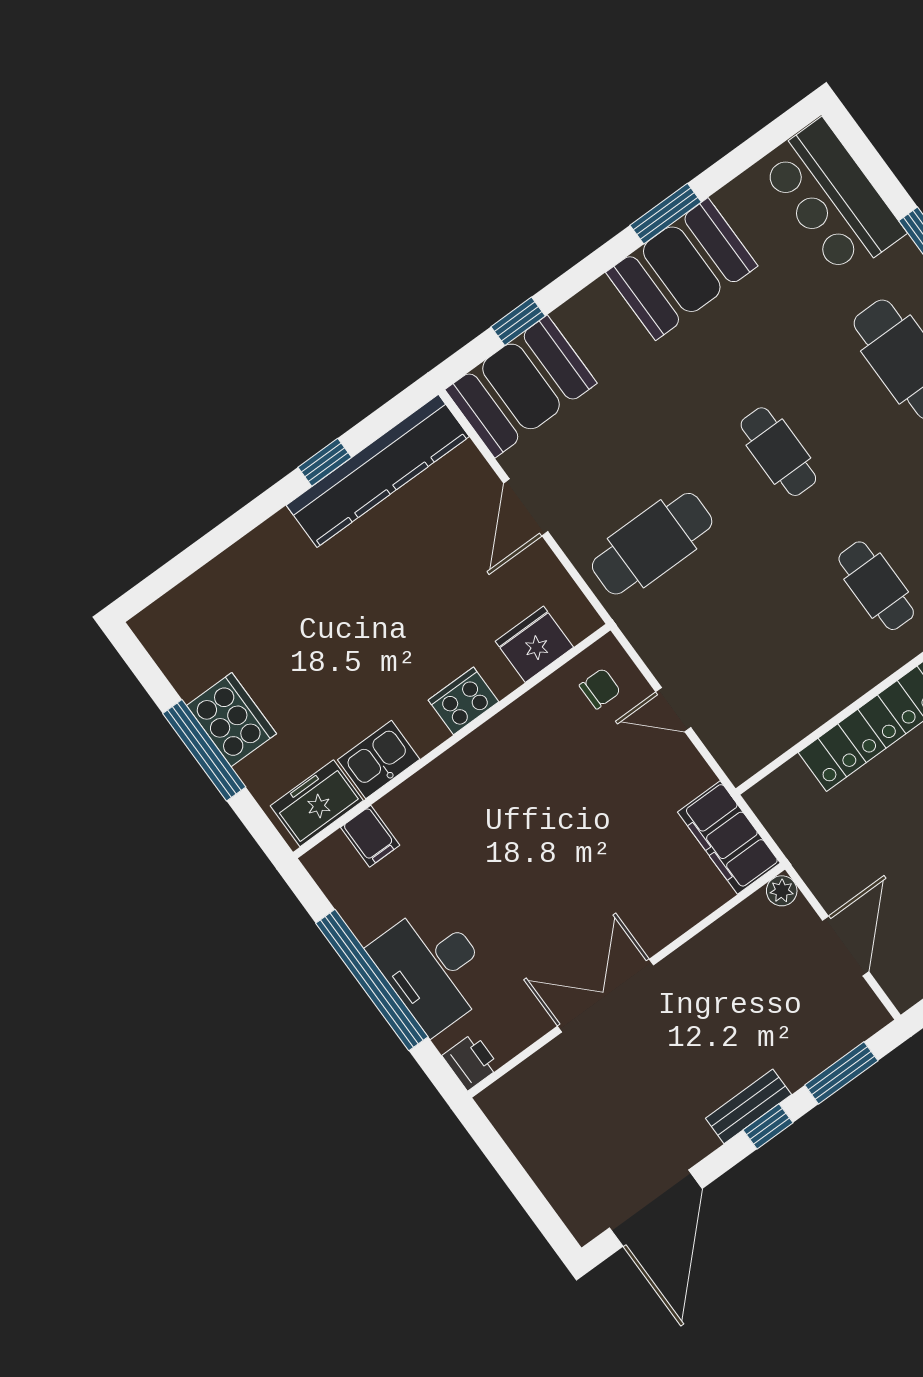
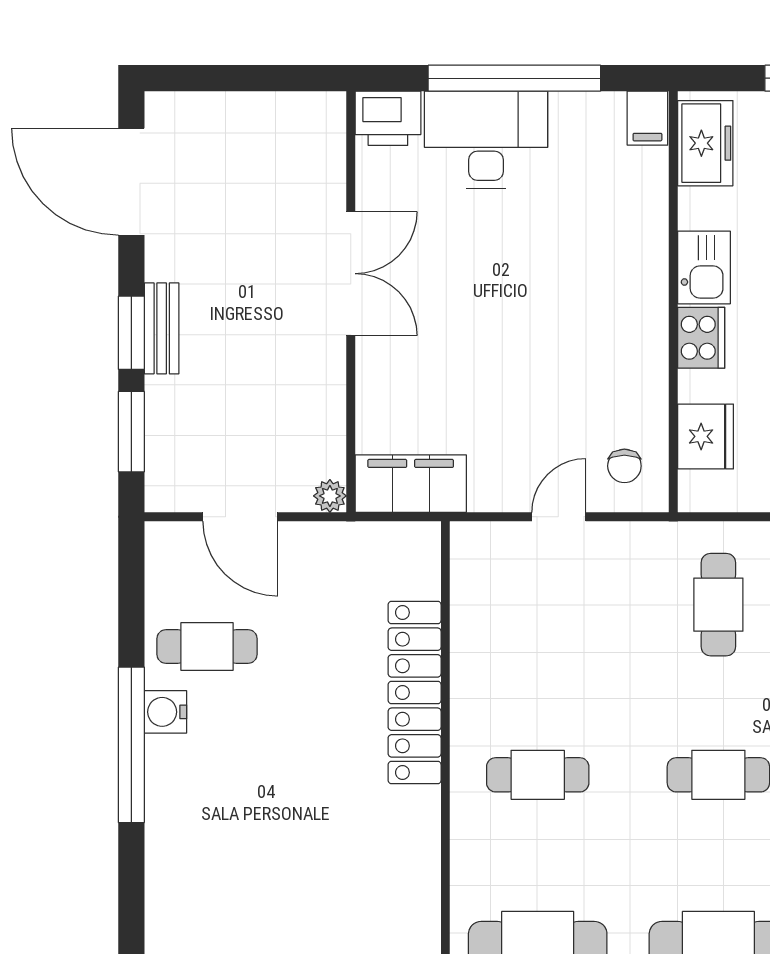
cafe table: (652, 544) -> (718, 605), width x0.73, depth x0.74
kitchen sink: (379, 760) -> (704, 267), moved
filing cabinet: (370, 836) -> (647, 118), moved, turned -90
printer: (471, 1061) -> (388, 118), width x1.36, depth x1.24
window: (768, 1126) -> (131, 333), width x1.50

